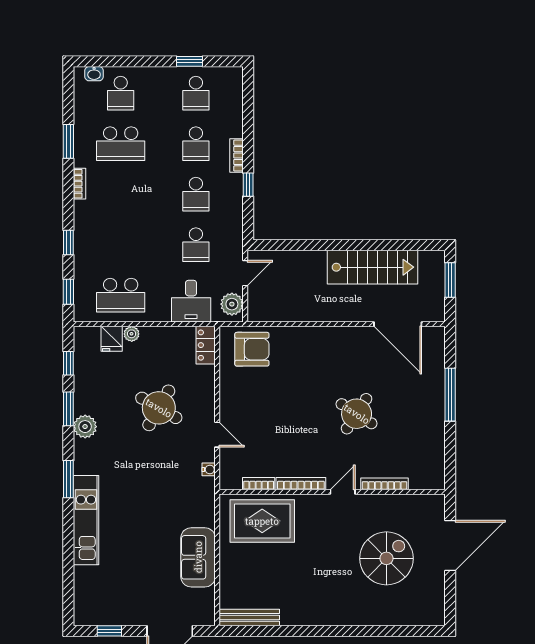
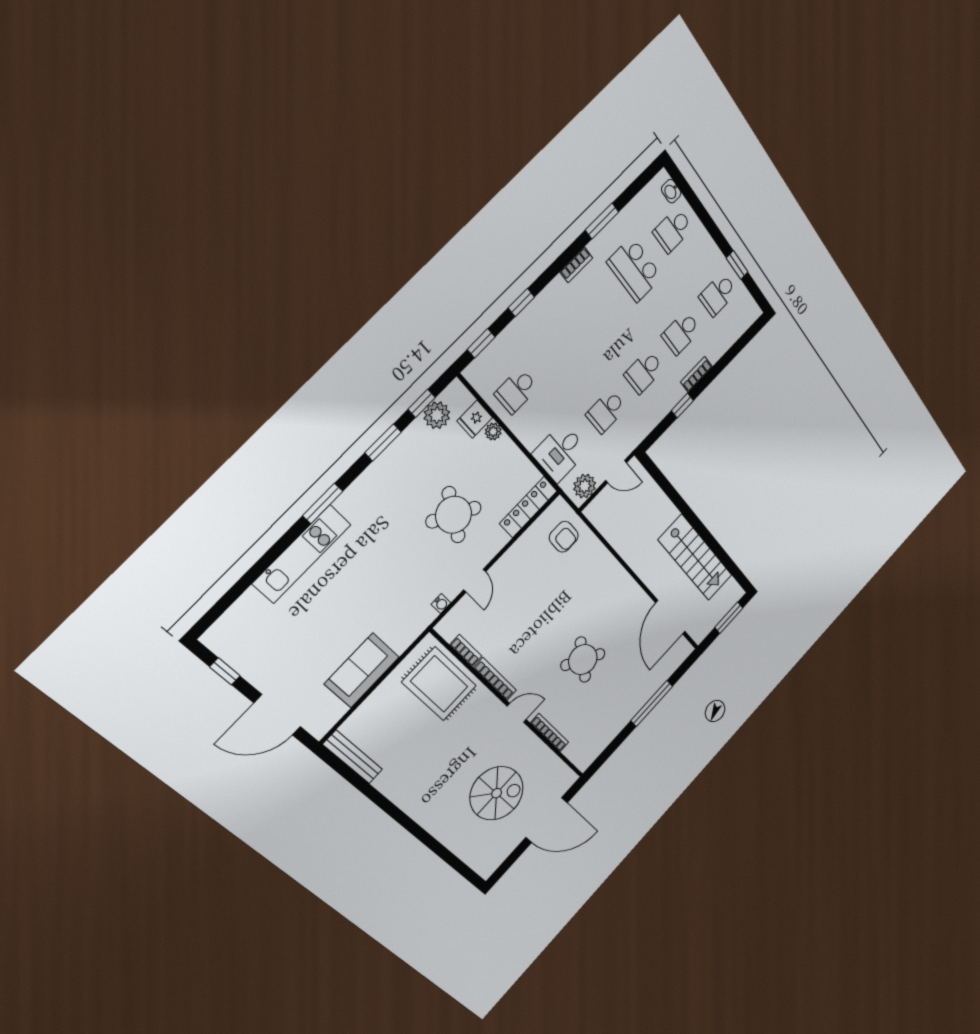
school desk: (121, 295) -> (516, 391), width x0.54
locker: (206, 345) -> (528, 507), width x1.53
armchair: (252, 349) -> (564, 537), width x0.72, depth x0.72
plant: (85, 427) -> (437, 415), moved

